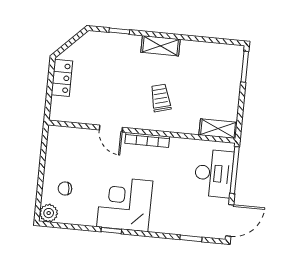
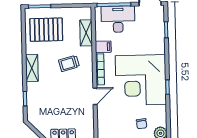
pallet: (211, 72) -> (46, 30), added
shelving: (218, 129) -> (86, 33), moved
filing cabinet: (178, 148) -> (103, 47), added
corner desk: (125, 204) -> (141, 80), width x1.36, depth x1.36

